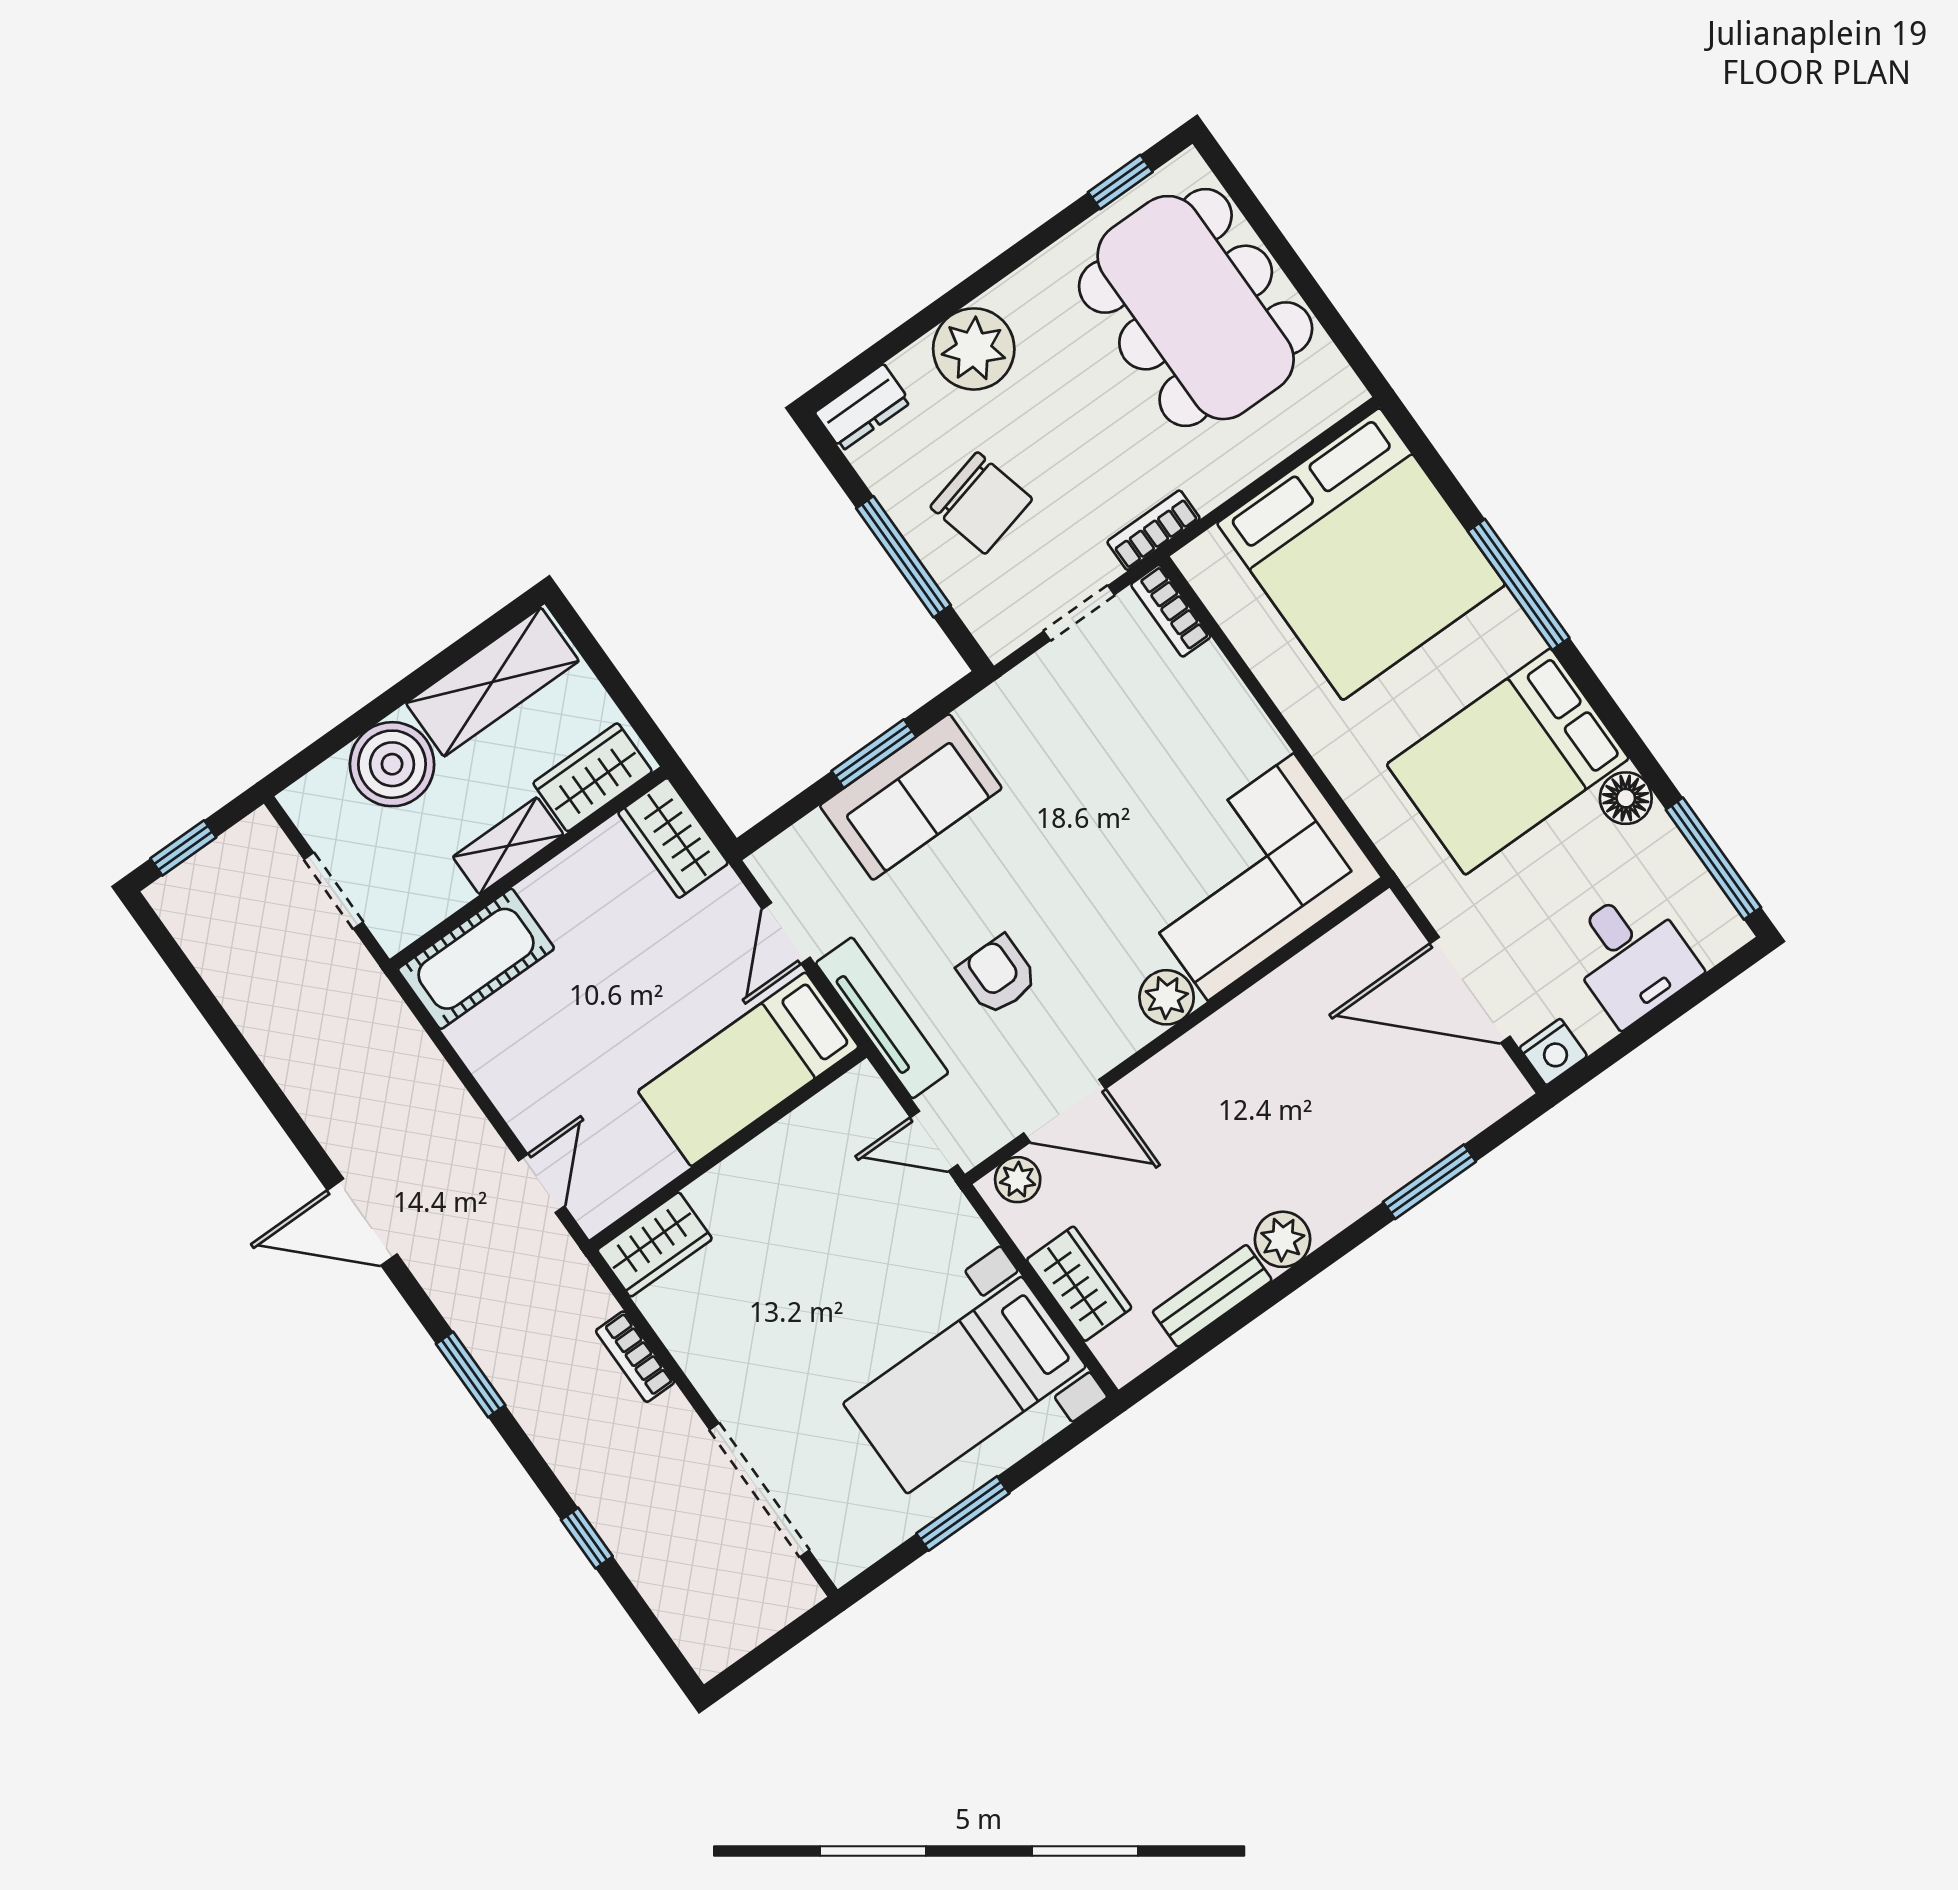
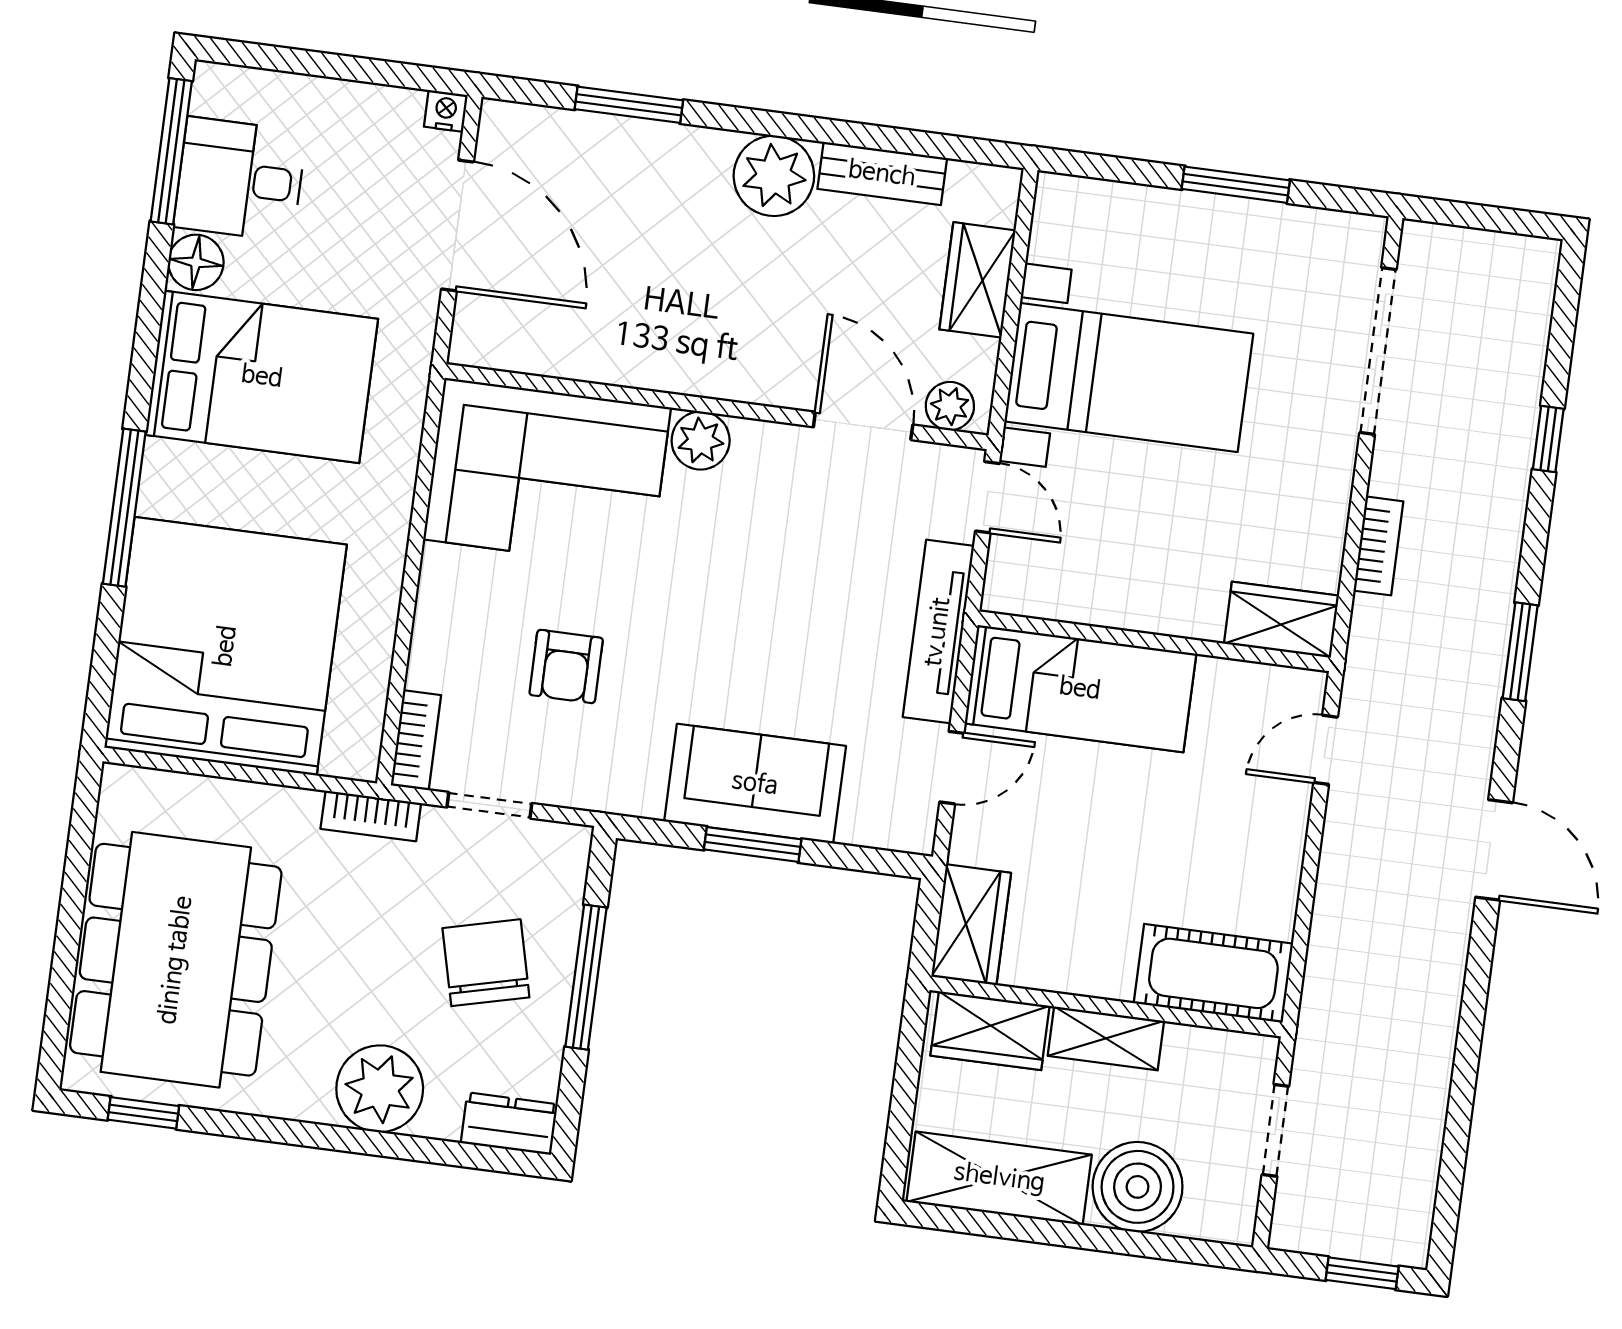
desk: (1631, 956) -> (240, 179), moved, turned -90
armchair: (998, 975) -> (566, 666), moved
nightstand: (1553, 1052) -> (446, 111), width x0.72, depth x0.74
plant: (1283, 1239) -> (774, 176), width x1.36, depth x1.36
bed with nightstands: (964, 1385) -> (1129, 378), moved

